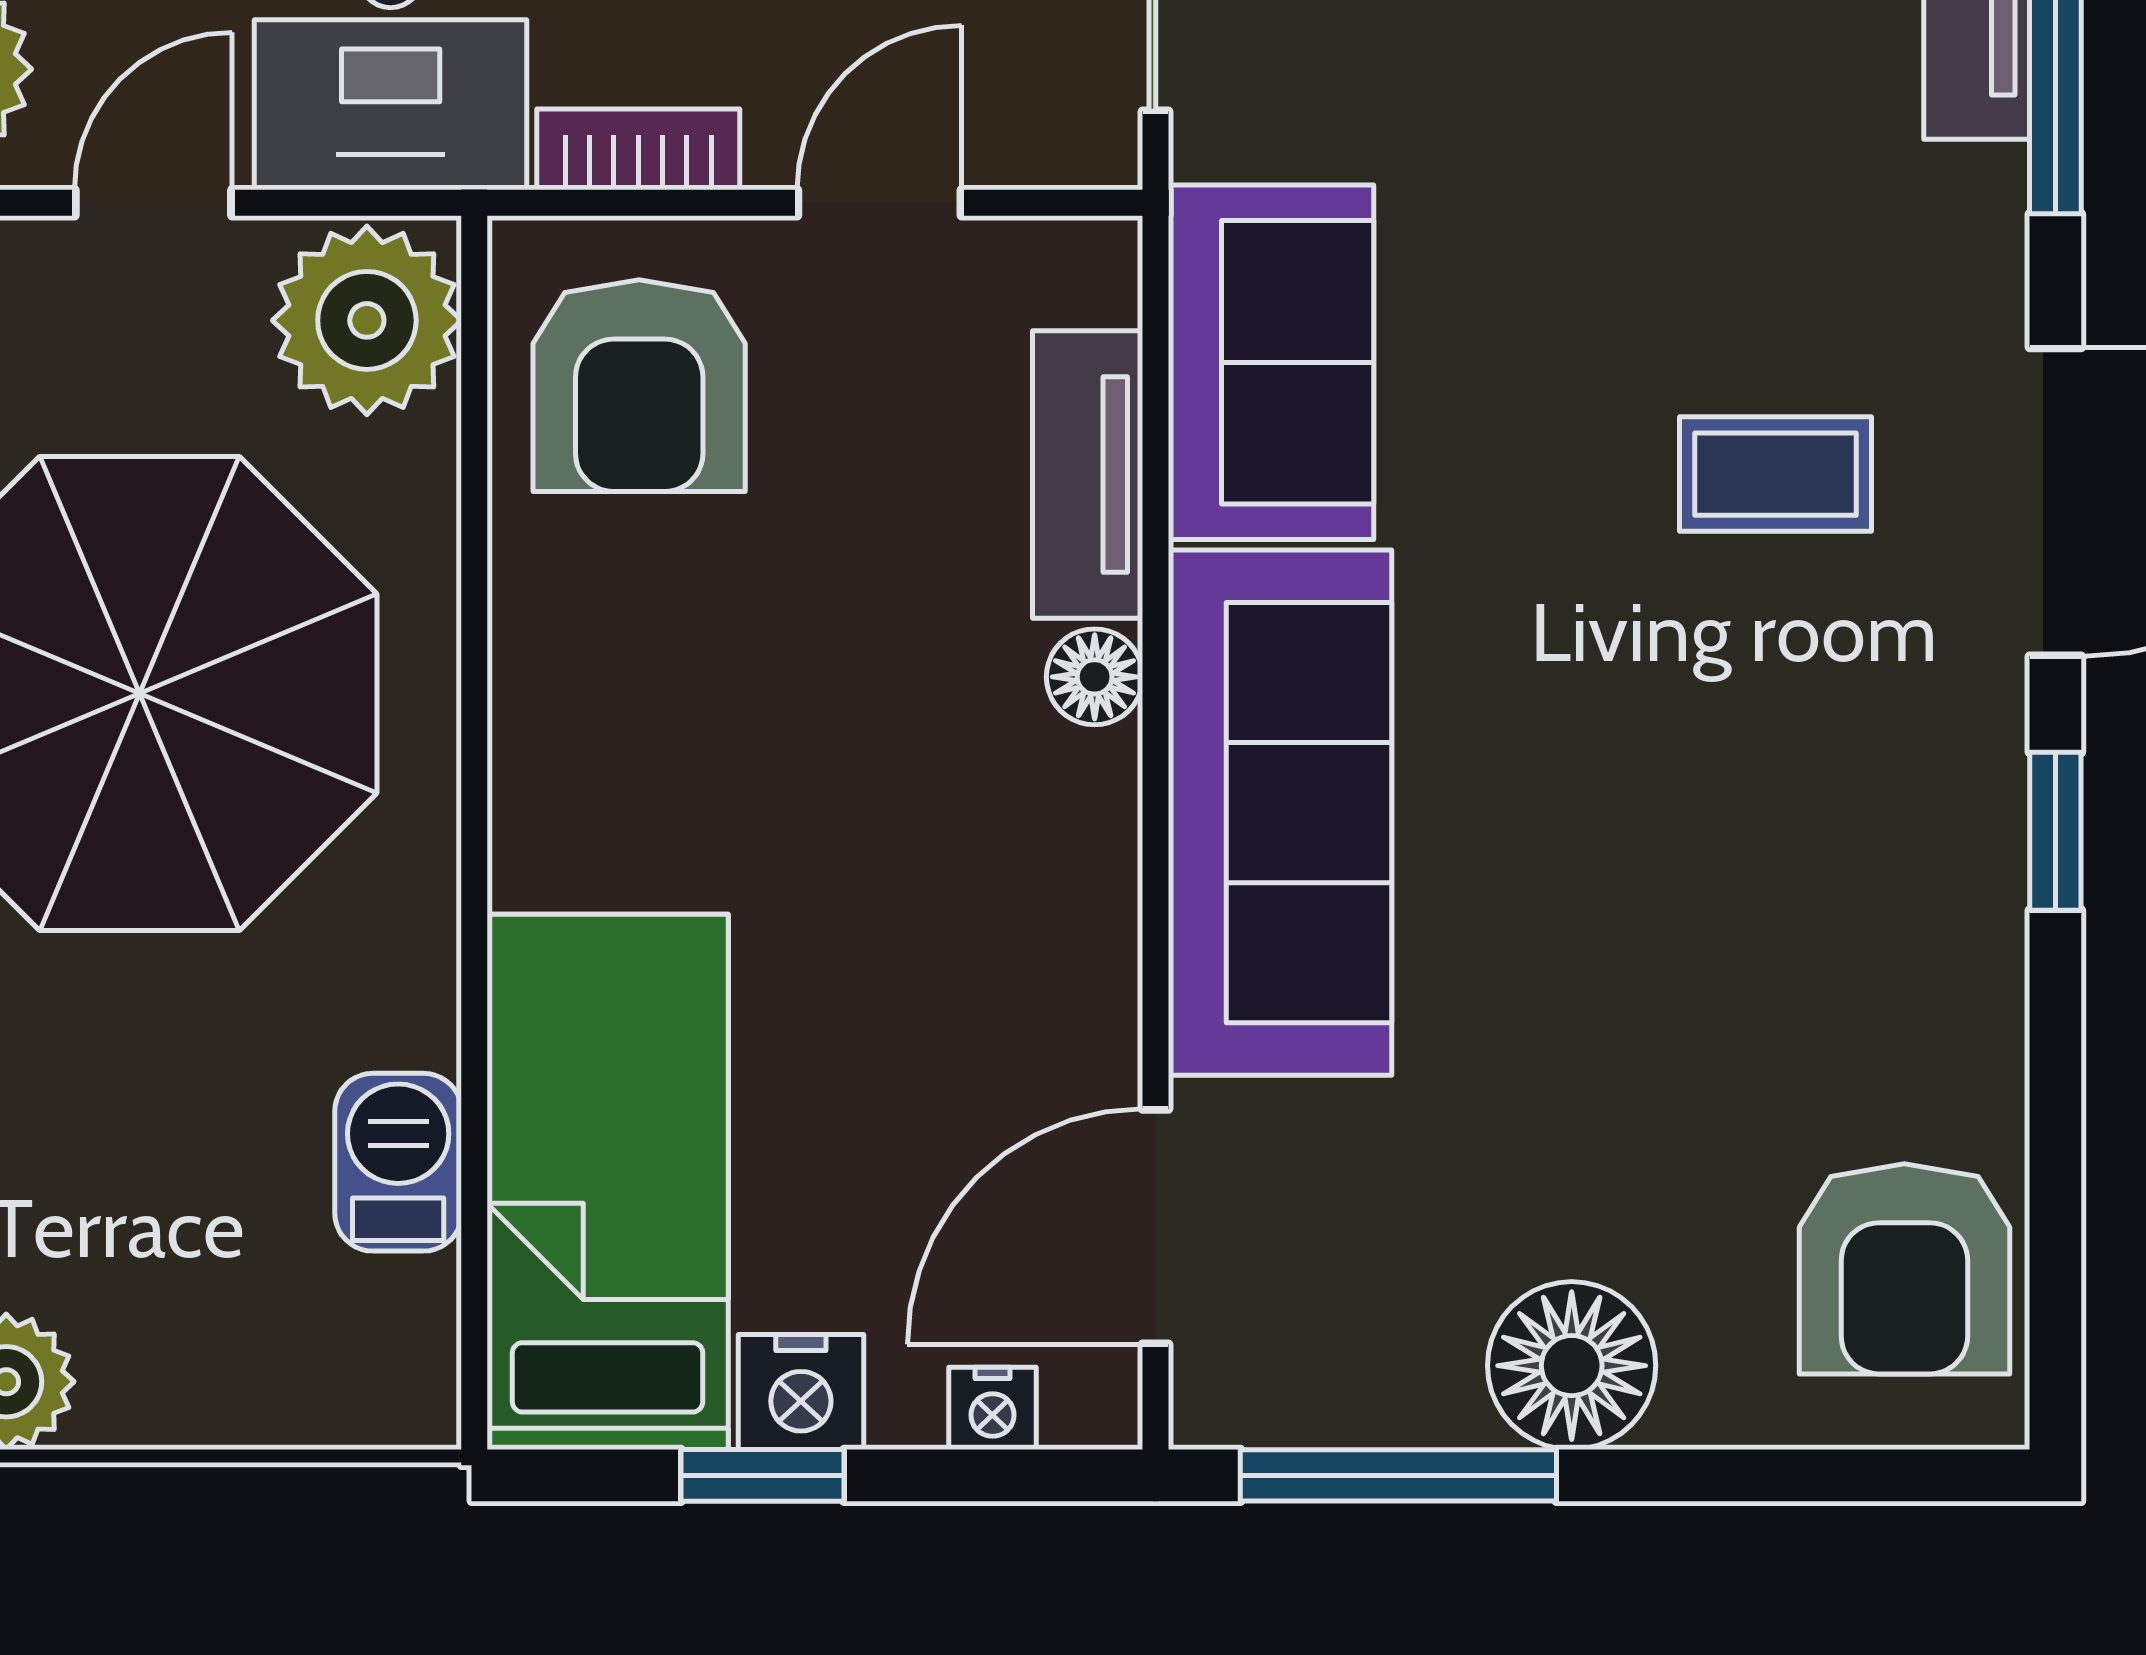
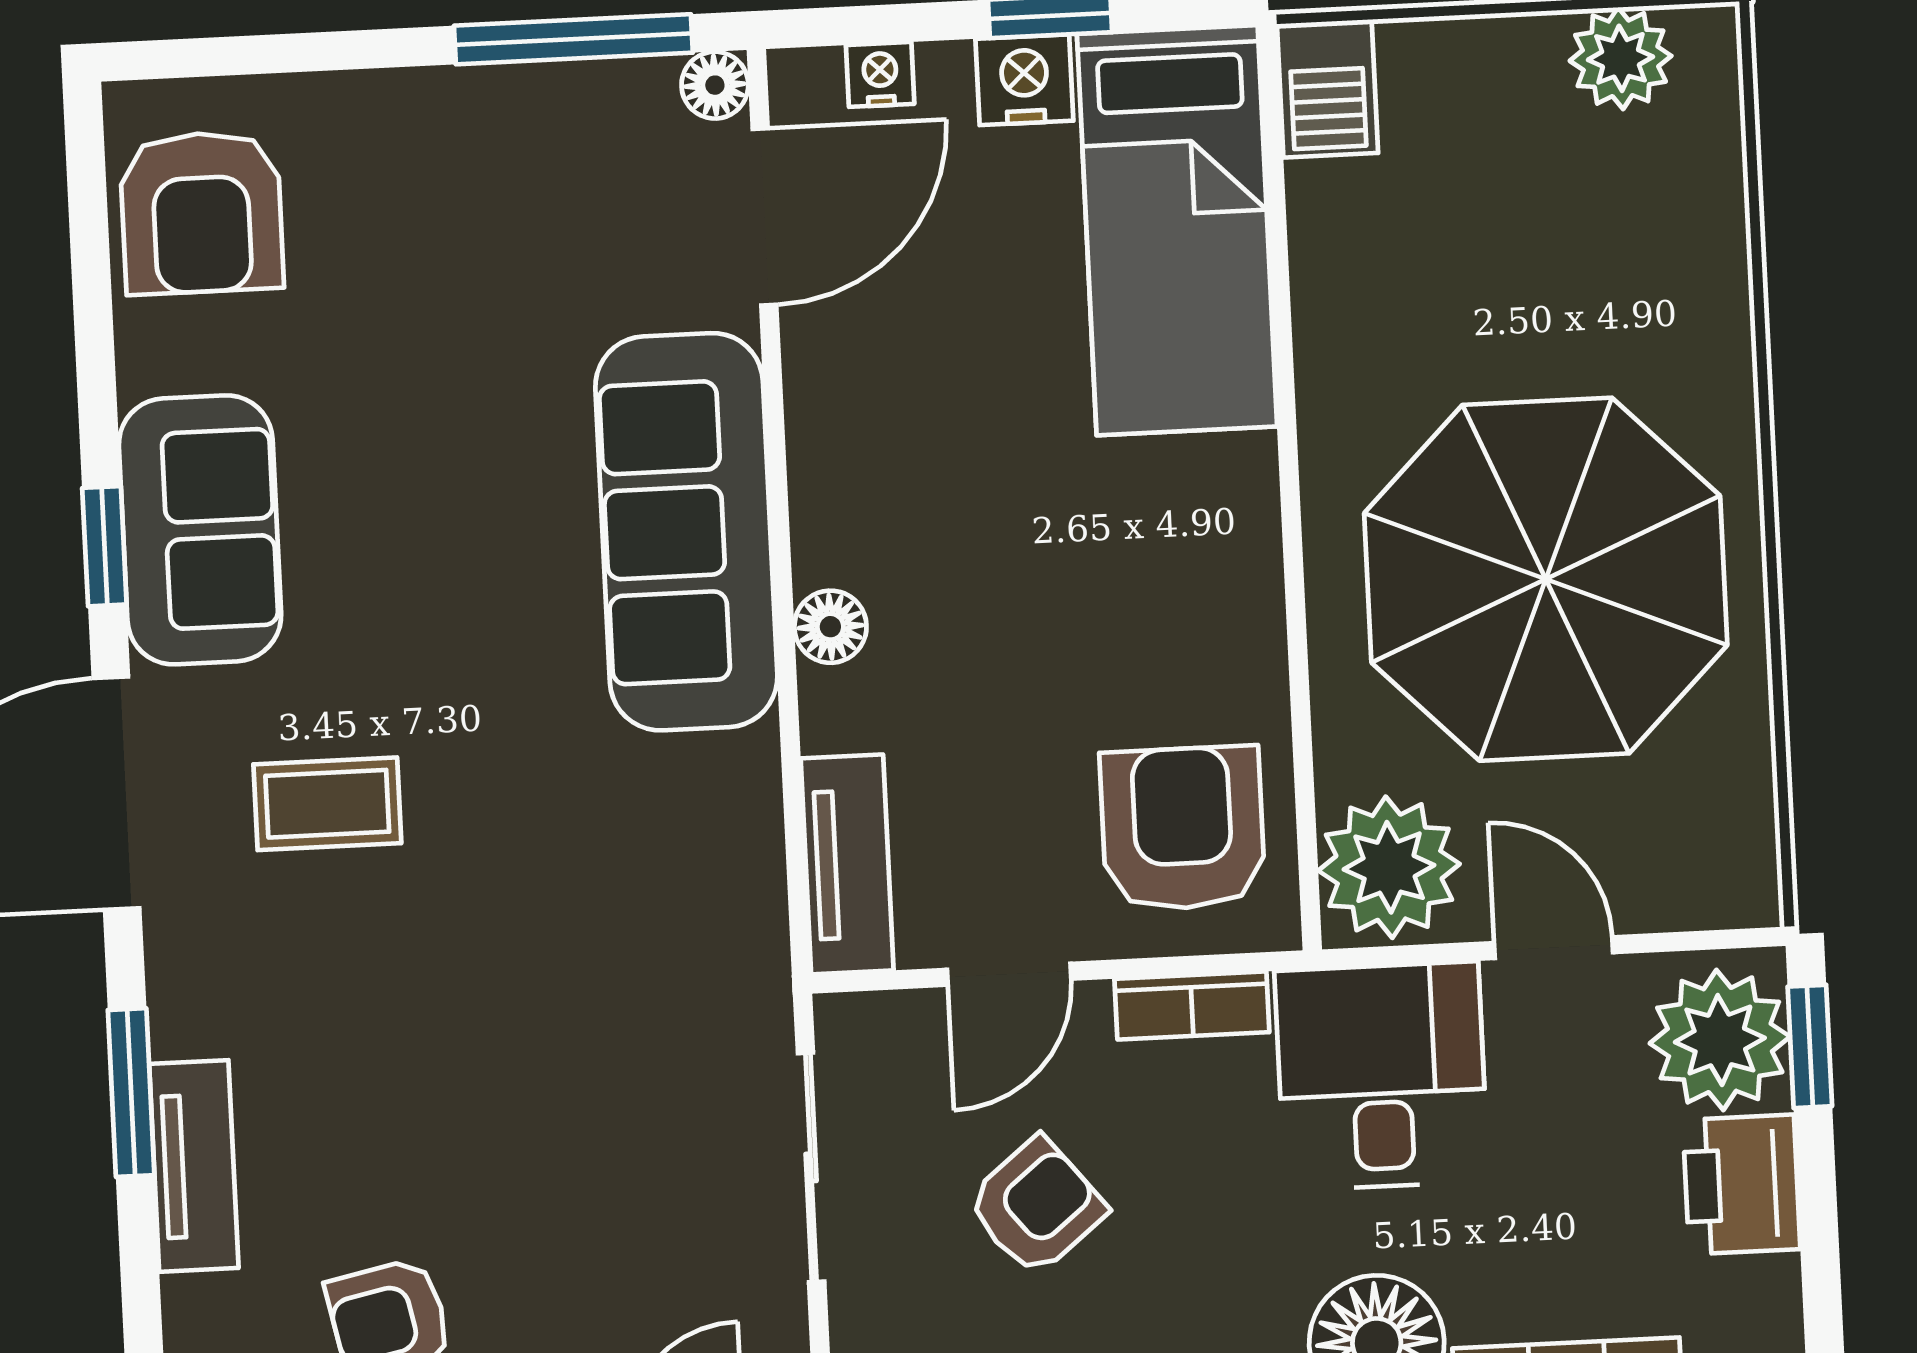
door: (153, 203) -> (1553, 948), swing flipped
sofa: (1271, 362) -> (200, 530), moved, turned 180
tv unit: (1088, 474) -> (847, 864), moved
barbecue: (398, 1162) -> (1327, 89), moved
armchair: (1904, 1269) -> (202, 213), turned 180
floor lamp: (1572, 1366) -> (715, 85), moved, width x0.53, depth x0.53

